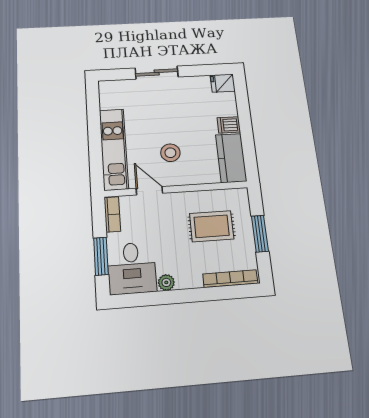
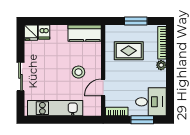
dishwasher: (229, 125) -> (44, 32), moved
kitchen unit: (114, 149) -> (55, 108), moved
rug: (212, 226) -> (129, 51), turned 90
plant: (166, 282) -> (161, 65), moved

